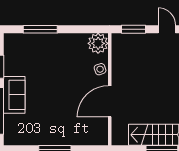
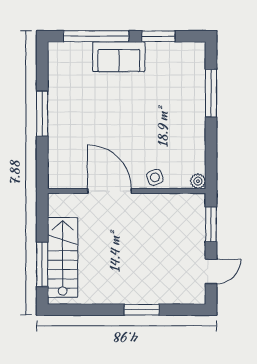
plant: (98, 43) -> (198, 181), width x0.53, depth x0.53

